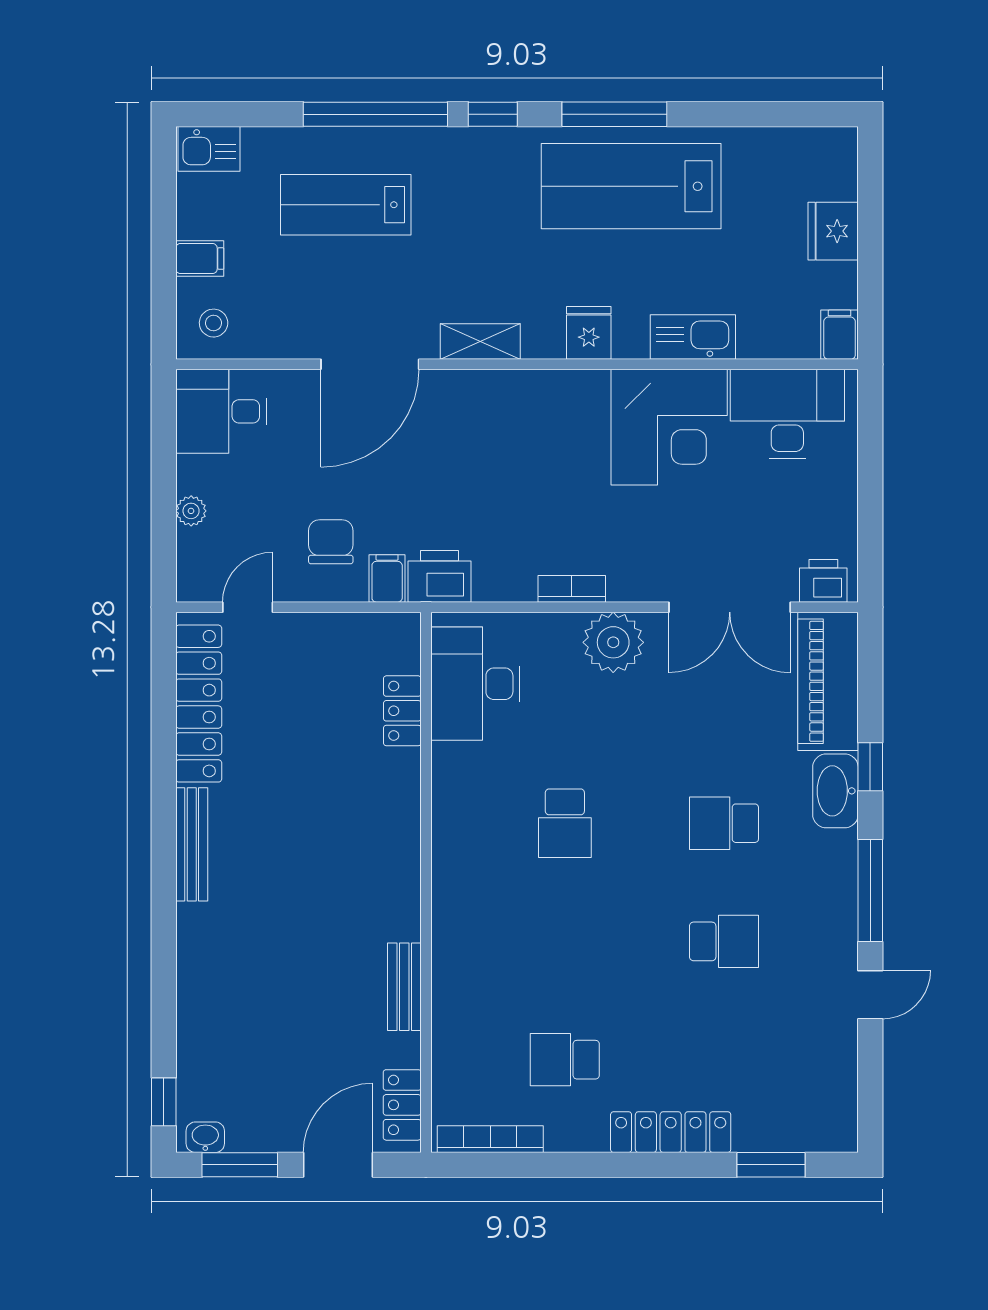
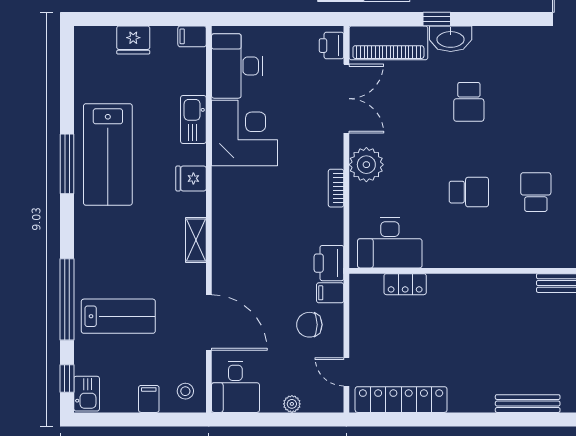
window: (493, 114) -> (67, 378), moved
lab bench: (346, 205) -> (118, 316), turned -90
door: (370, 364) -> (209, 322), moved
bench: (192, 844) -> (528, 404), moved
window: (870, 890) -> (507, 19), removed
school desk: (724, 941) -> (536, 192), moved

